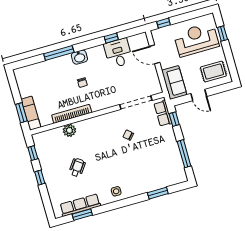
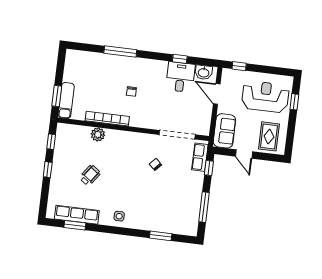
washbasin: (79, 57) -> (204, 72), moved
rug: (213, 72) -> (269, 136), turned 90

